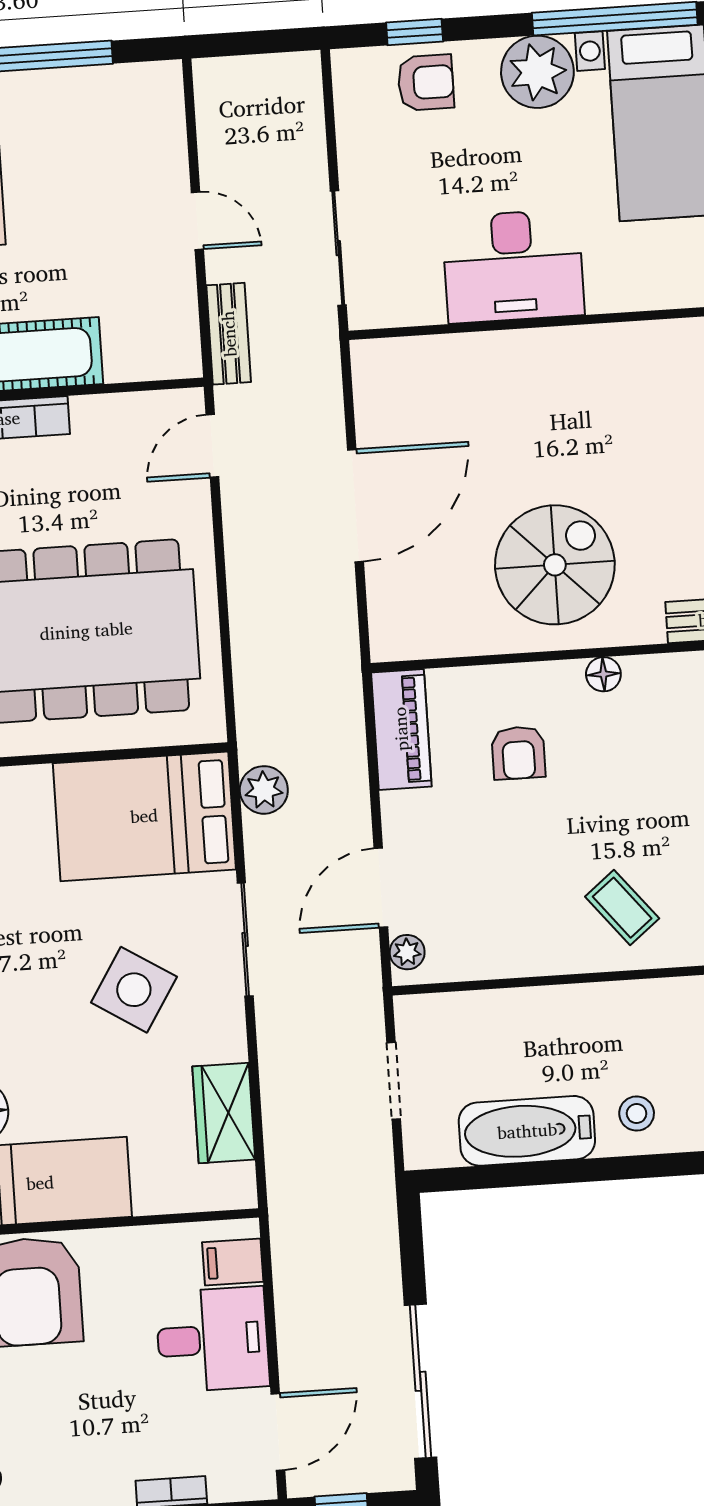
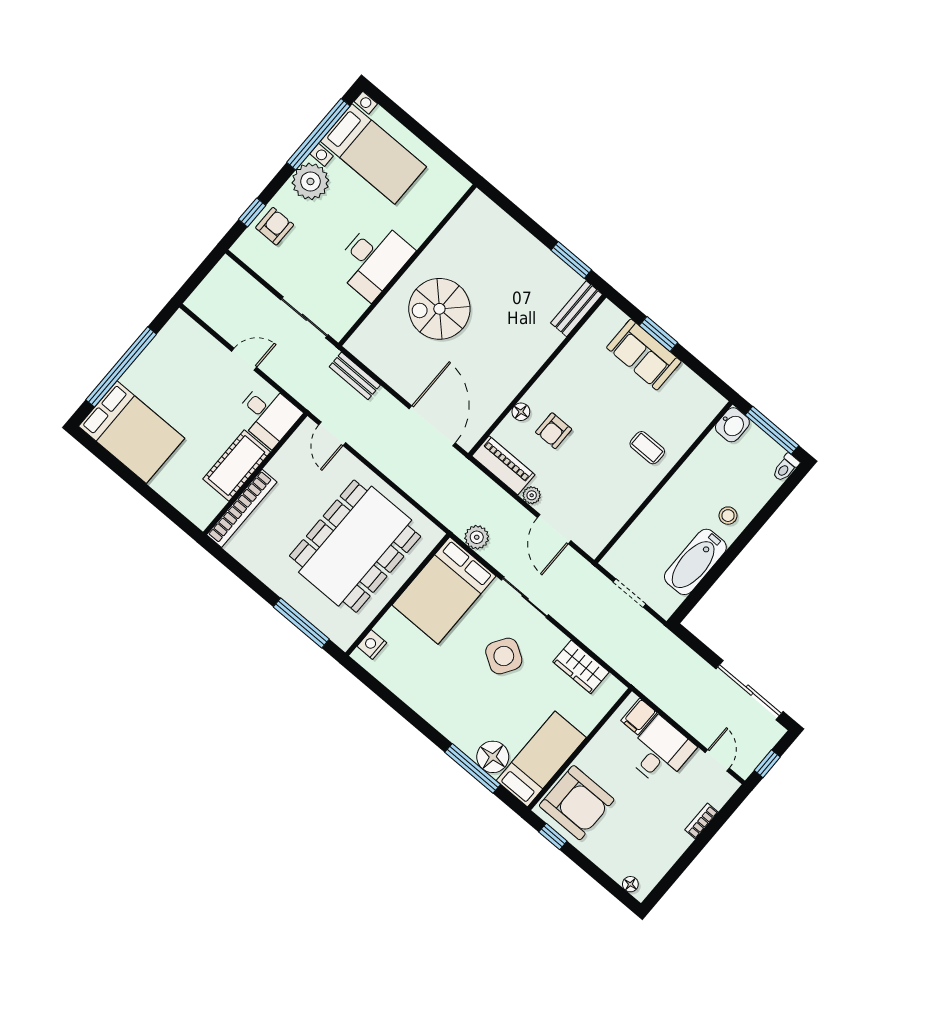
desk: (152, 329) -> (268, 414), added
bench: (229, 334) -> (355, 376), moved
door: (355, 506) -> (432, 426), moved
spiral stairs: (555, 565) -> (439, 309), moved, turned -90
floor lamp: (603, 674) -> (521, 412), moved
armchair: (518, 753) -> (554, 431), turned 90
coffee table: (622, 908) -> (647, 448), turned 39
plant: (407, 952) -> (532, 495), moved
door: (278, 1432) -> (717, 760), width x0.73

